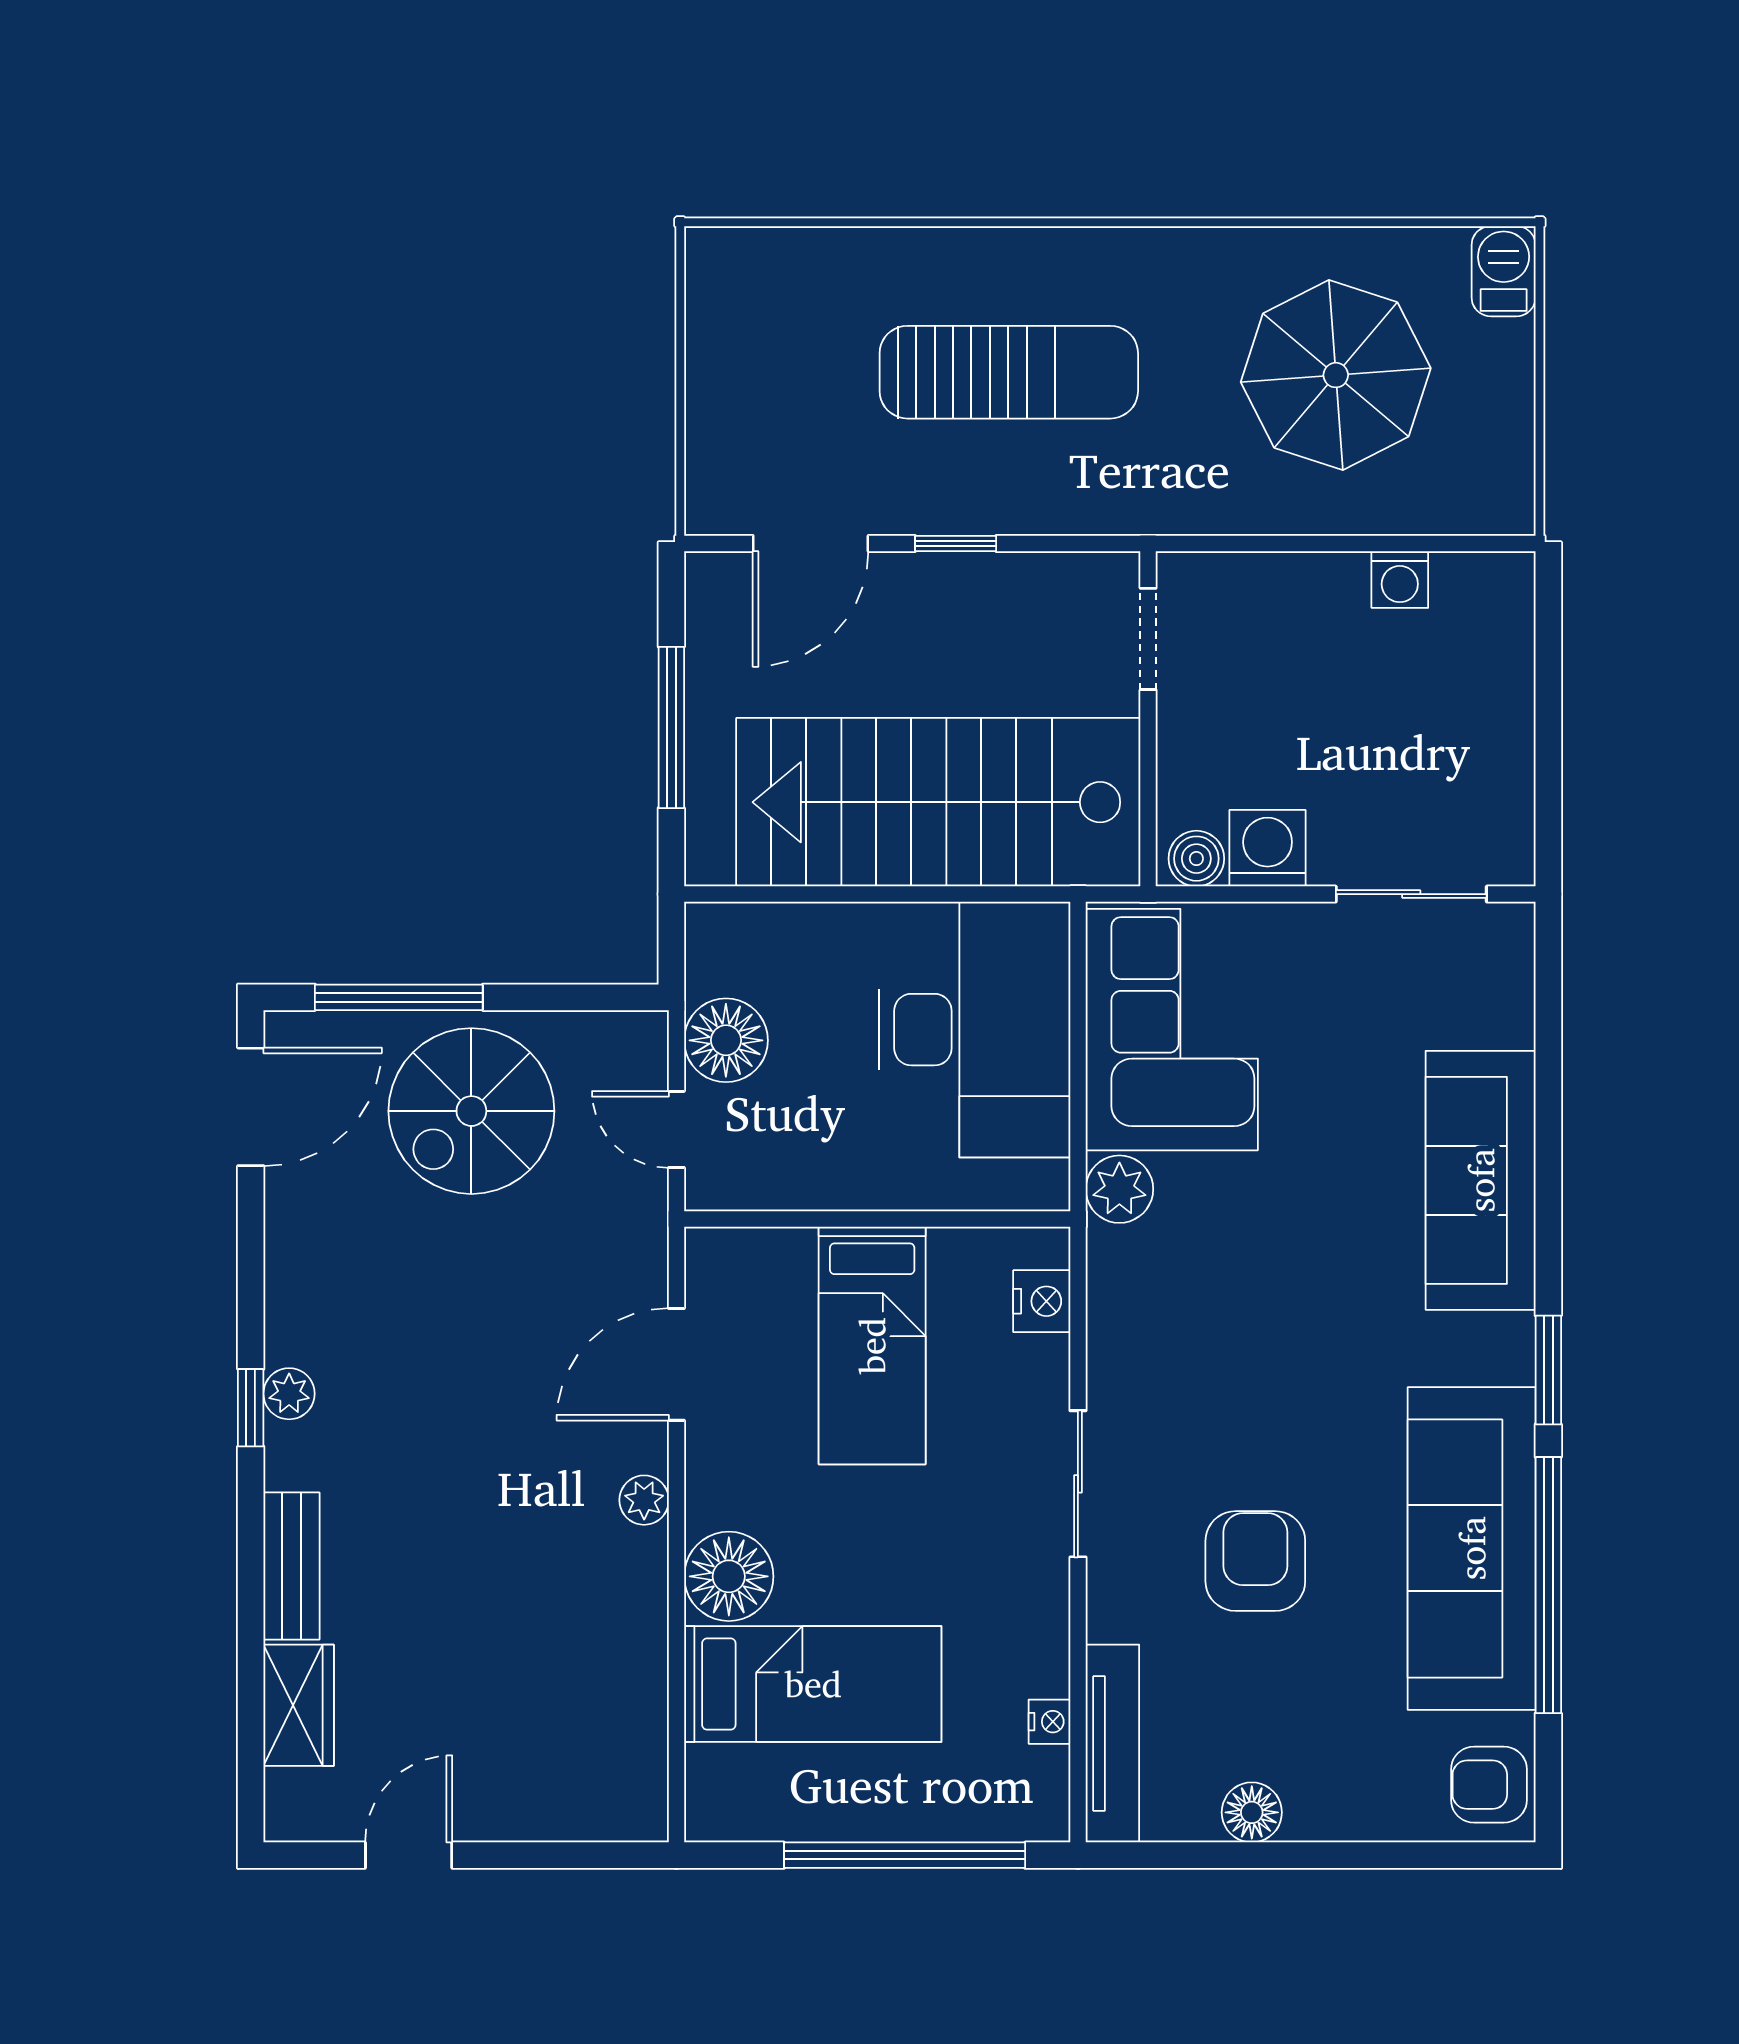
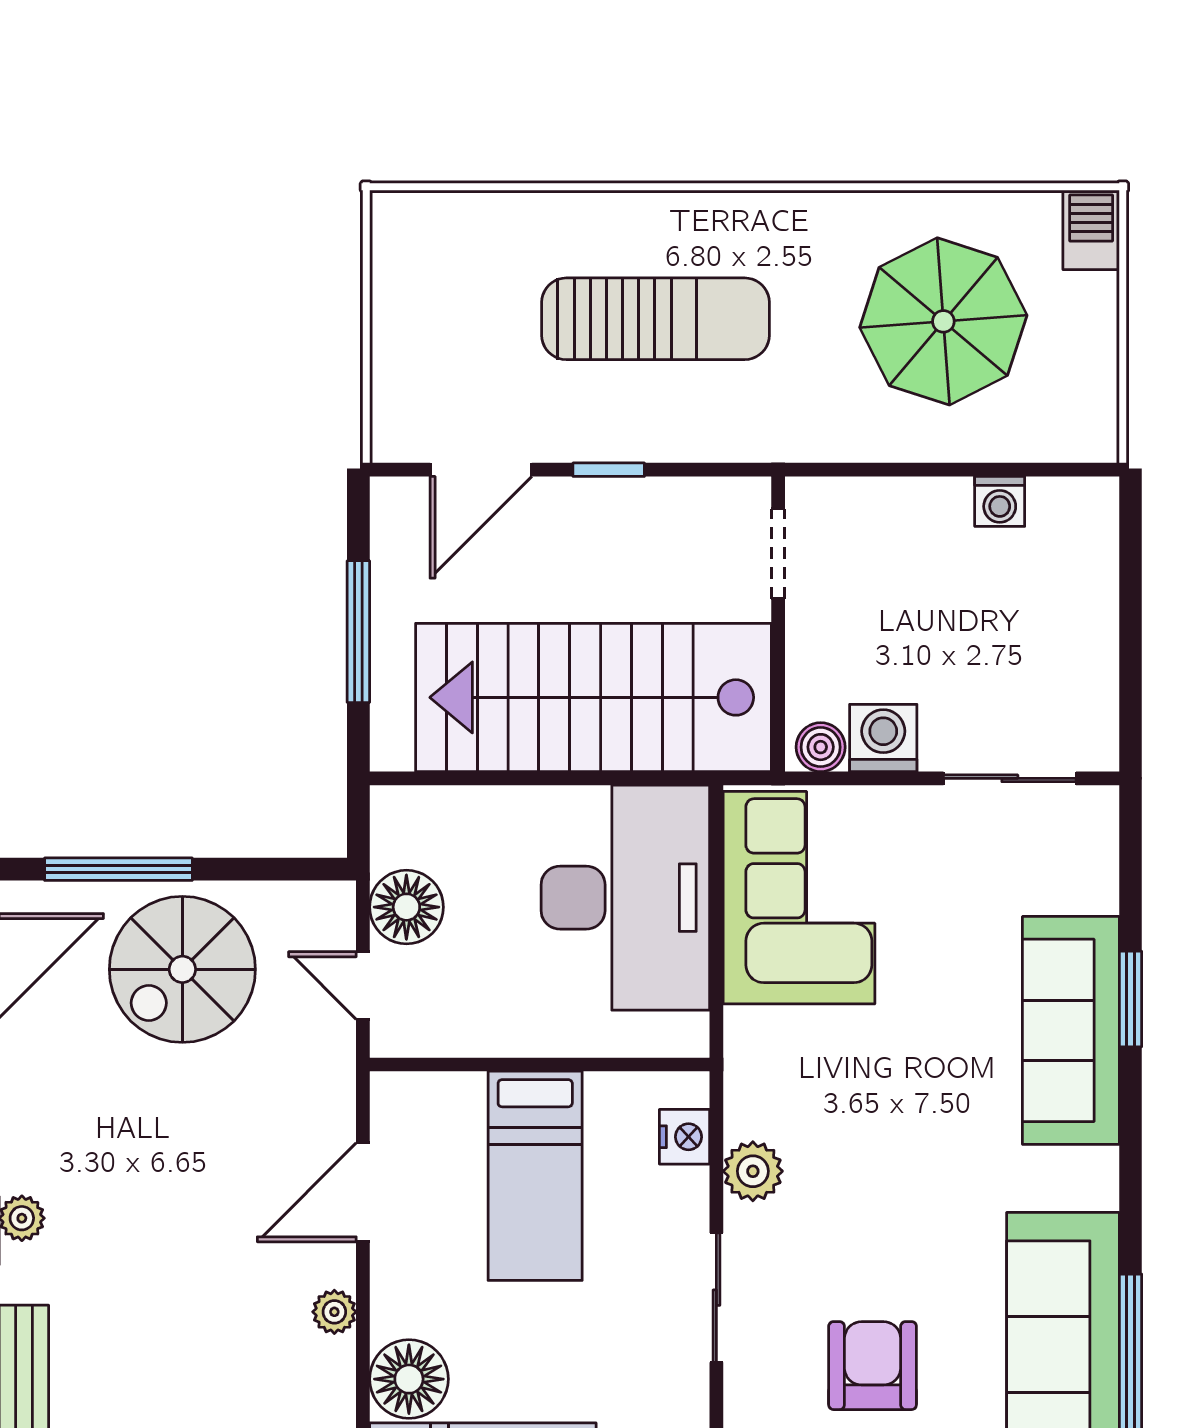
plant: (1119, 1189) -> (753, 1171), moved
window: (1548, 1370) -> (1131, 999), moved

